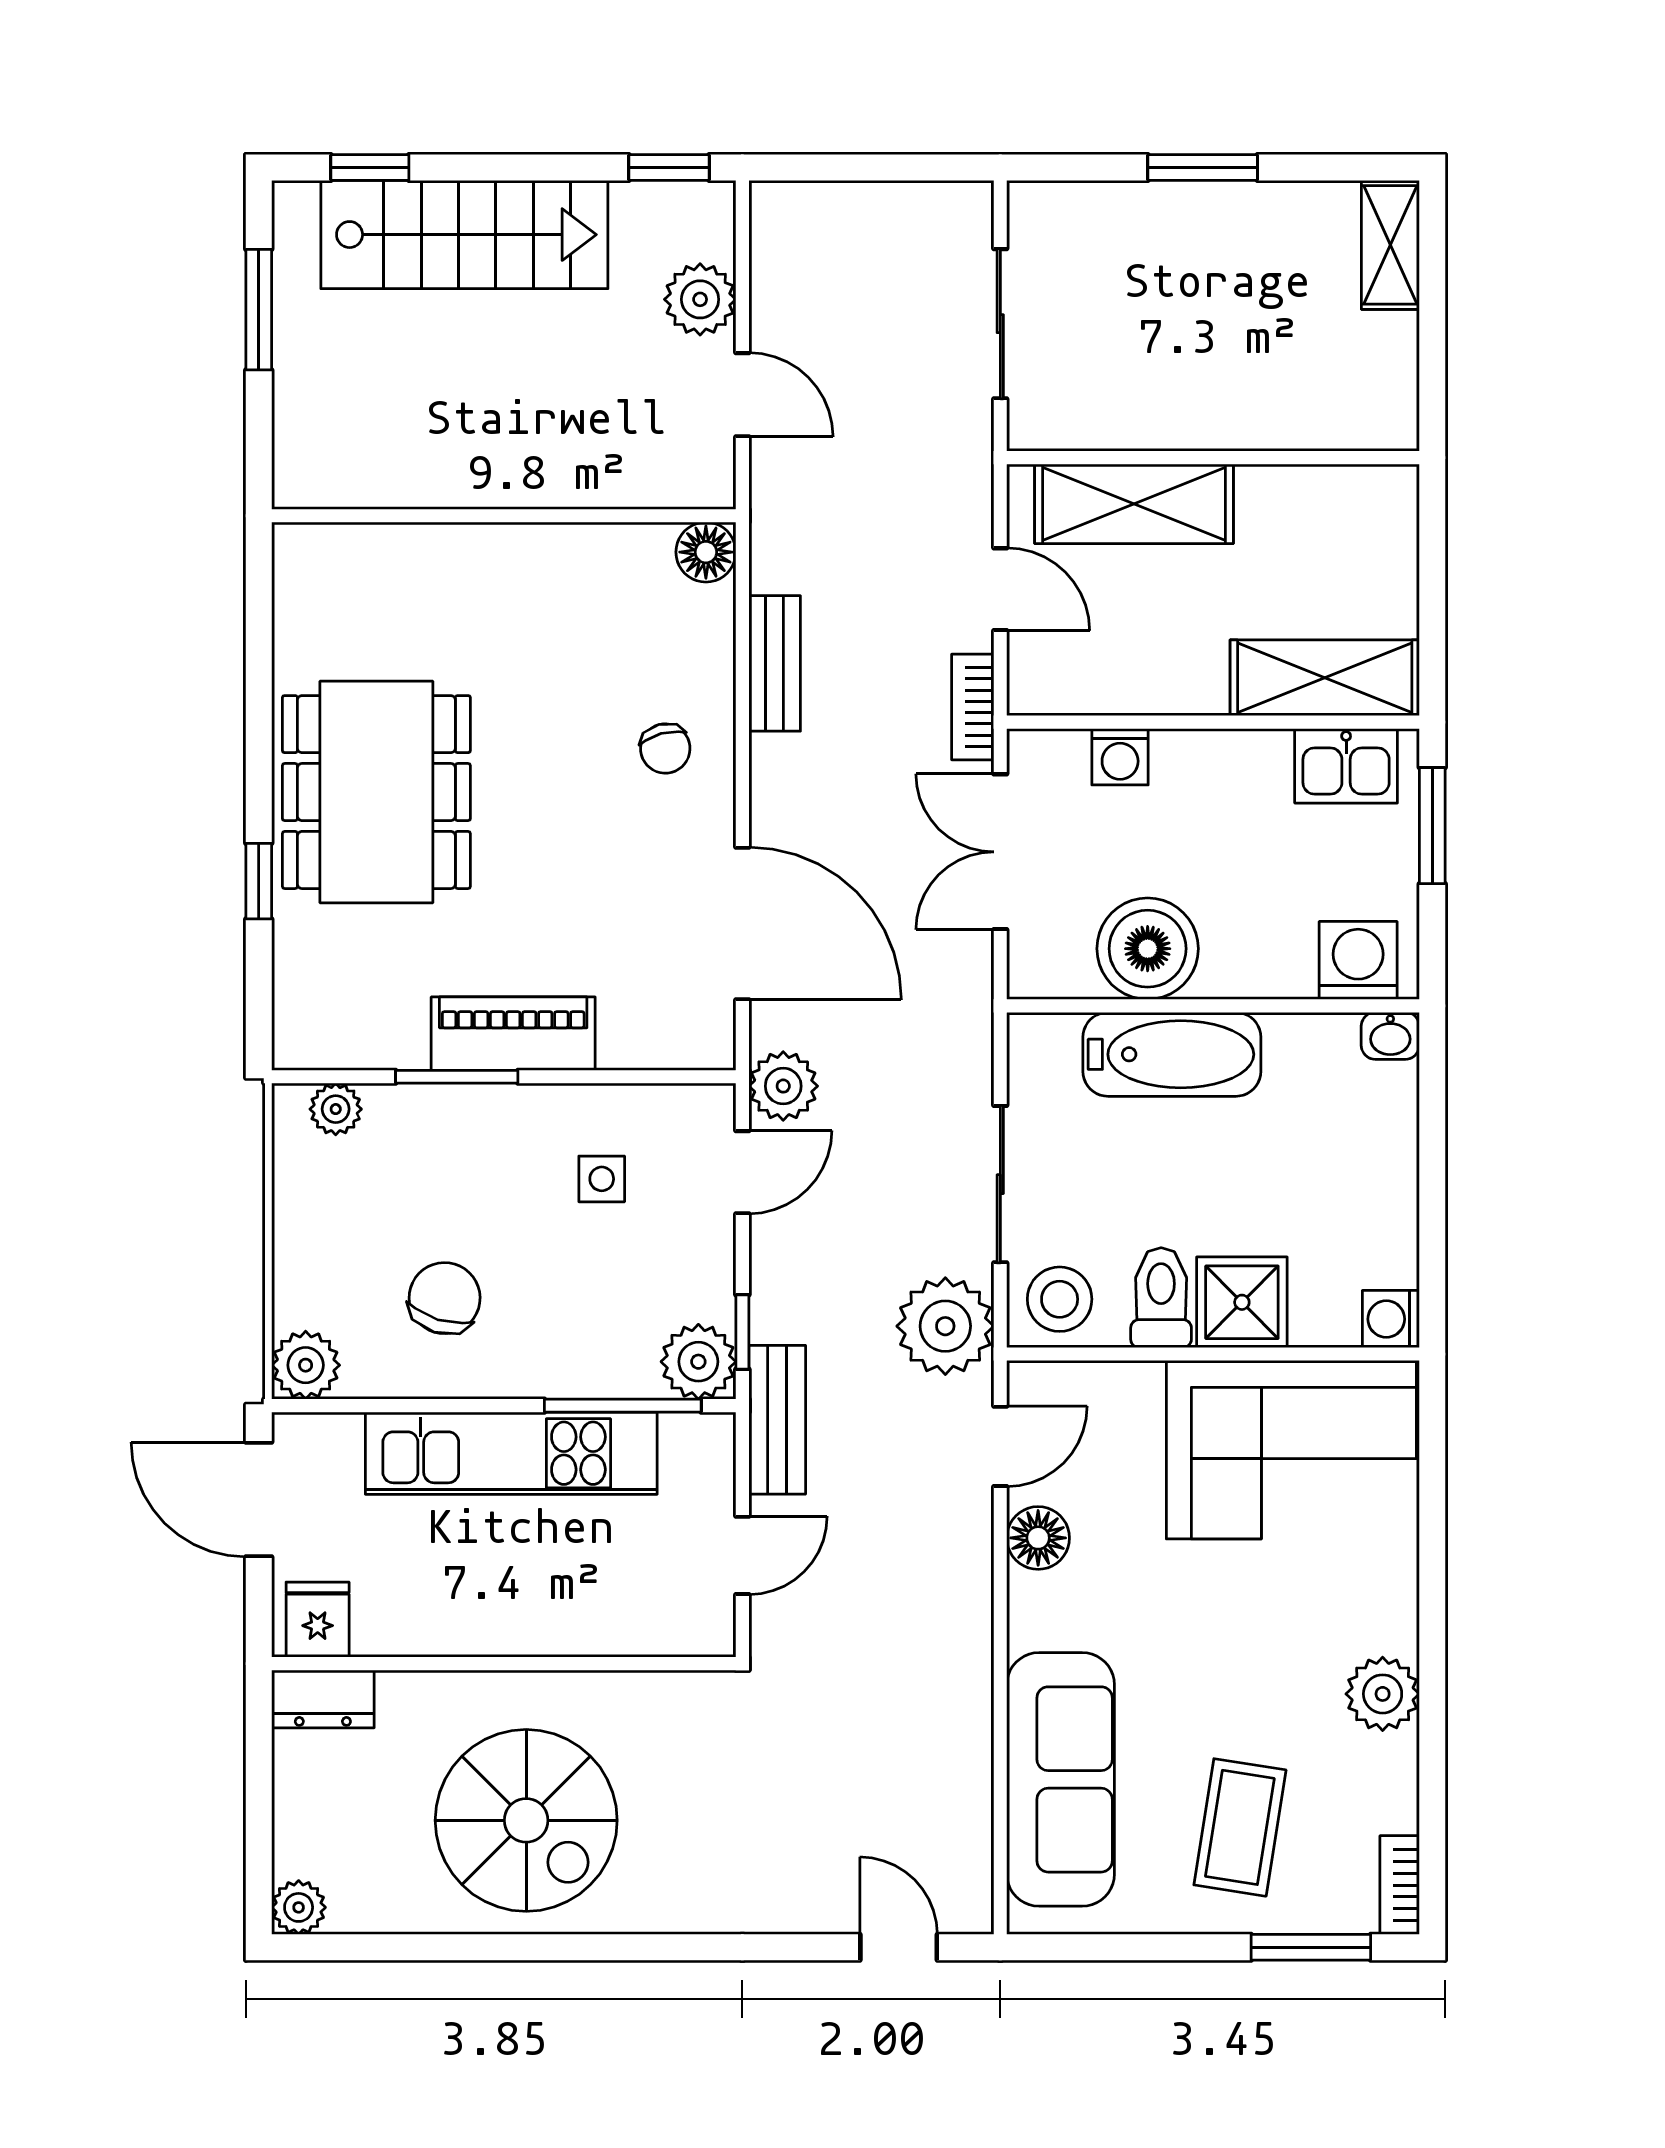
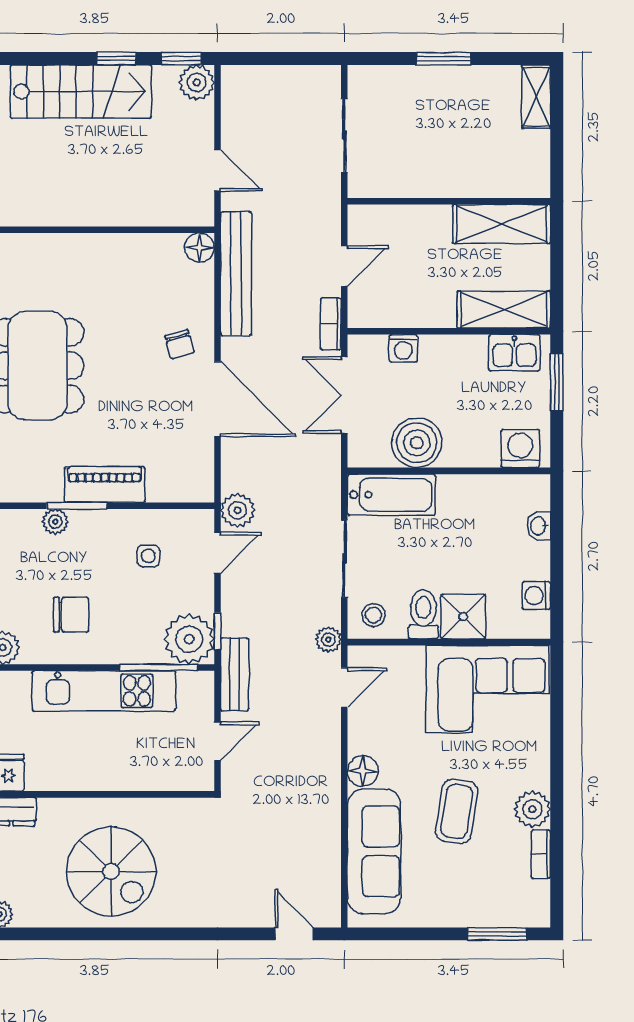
window: (370, 168) -> (117, 59), moved
plant: (700, 299) -> (197, 82), moved
shelving: (1134, 504) -> (502, 224), moved
door: (1000, 589) -> (344, 266), hinge flipped
bench: (775, 663) -> (236, 274), width x1.86, depth x1.21
door: (742, 923) -> (217, 399), moved
washbasin: (1390, 1036) -> (539, 526), moved, turned 90
bathtub: (1172, 1054) -> (391, 495), moved
plant: (336, 1109) -> (55, 522), moved
chair: (445, 1298) -> (71, 615), turned 73
stool: (1060, 1299) -> (373, 615), width x0.73, depth x0.73
washing machine: (1391, 1319) -> (536, 596), moved
plant: (945, 1326) -> (328, 640), width x0.53, depth x0.53
plant: (698, 1362) -> (189, 639), width x1.36, depth x1.36
floor lamp: (1038, 1538) -> (363, 771), moved
coffee table: (1240, 1827) -> (457, 811), moved
bookcase: (1400, 1885) -> (541, 854), moved

